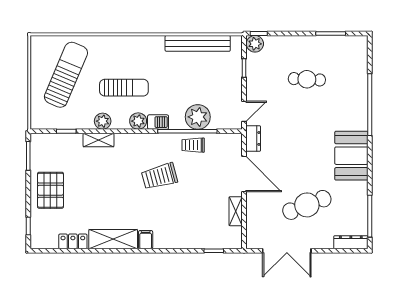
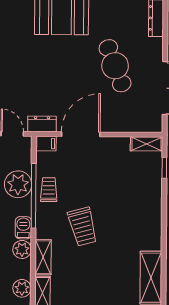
shelving: (131, 140) -> (43, 257), added
trolley: (193, 145) -> (49, 190), turned 180
shelving: (236, 211) -> (147, 144), moved
filing cabinet: (146, 240) -> (46, 144), moved, turned 180

